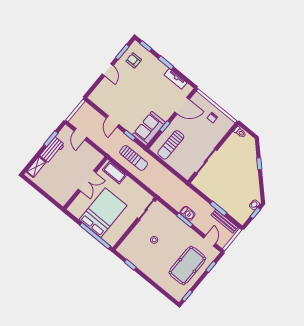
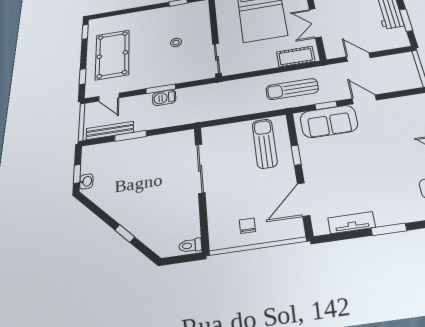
sofa: (149, 129) -> (329, 121), moved, turned 90
door: (80, 134) -> (358, 57), moved

